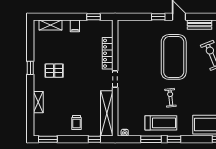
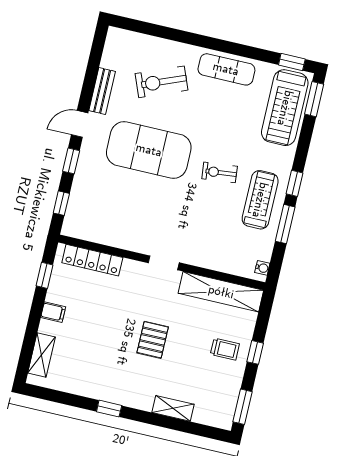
window: (134, 17) -> (61, 203), added
locker: (108, 53) -> (92, 260), moved
pallet: (54, 71) -> (153, 340), moved
window: (94, 139) -> (255, 352), moved

